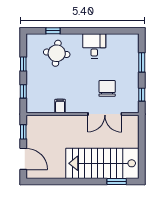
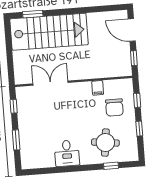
chair: (107, 88) -> (114, 107), moved

